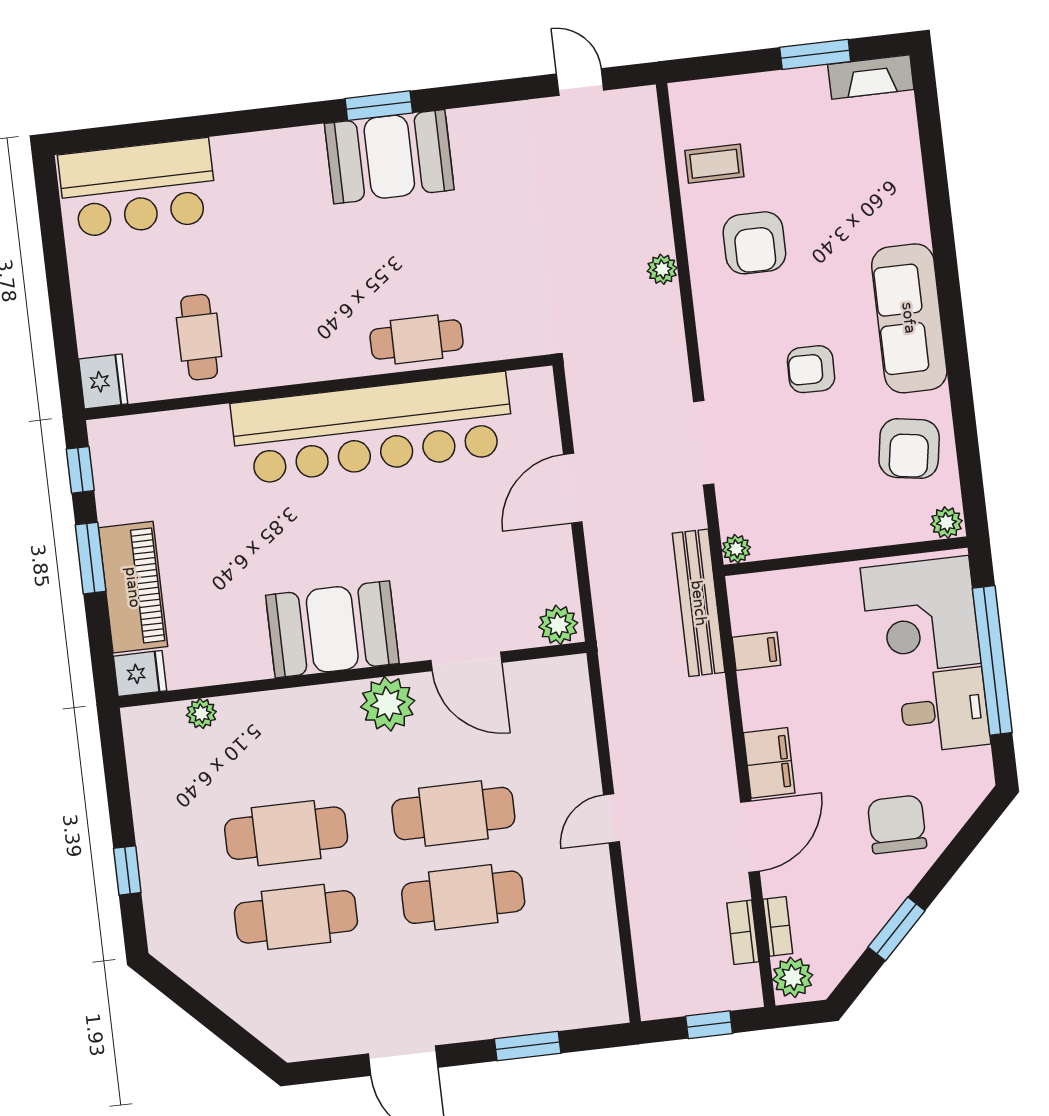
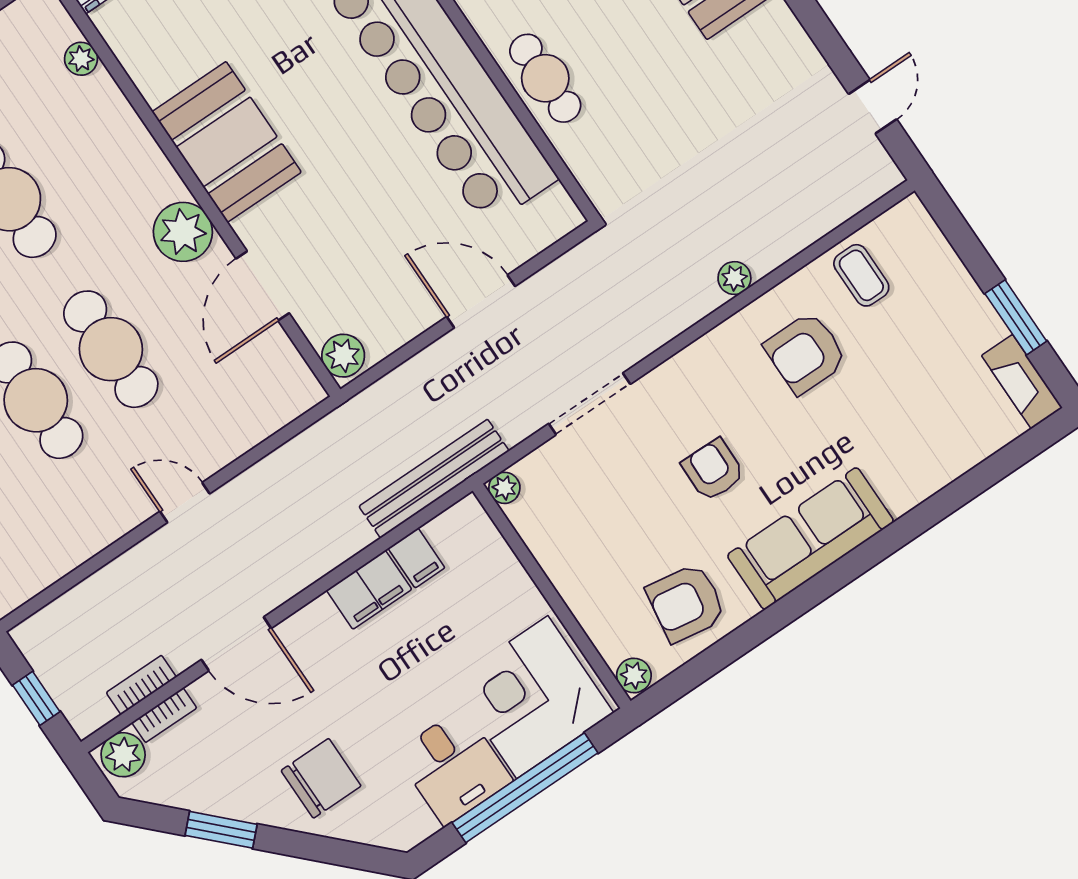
filing cabinet: (769, 763) -> (369, 590), moved

